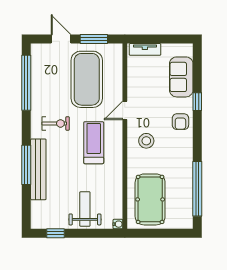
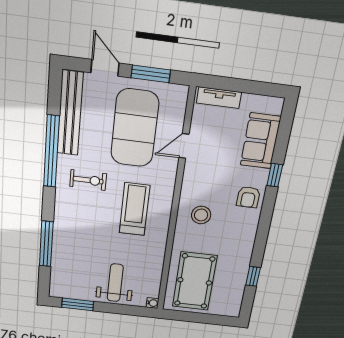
window: (26, 83) -> (51, 152), moved
door: (125, 110) -> (184, 146), moved
window: (26, 165) -> (46, 244), moved
bench: (38, 169) -> (70, 114), moved
window: (197, 189) -> (253, 276), width x0.32
window: (56, 233) -> (78, 304), width x1.50

